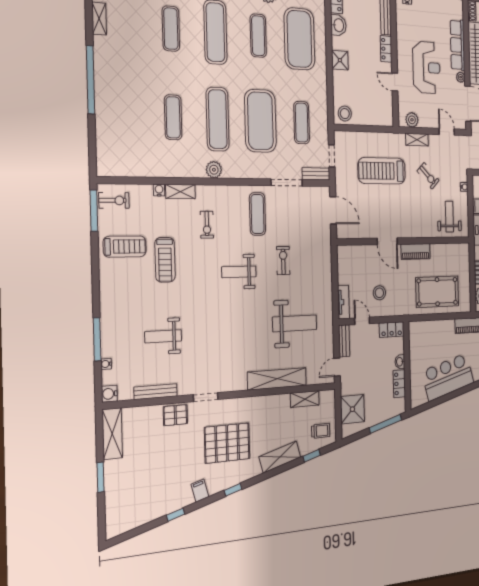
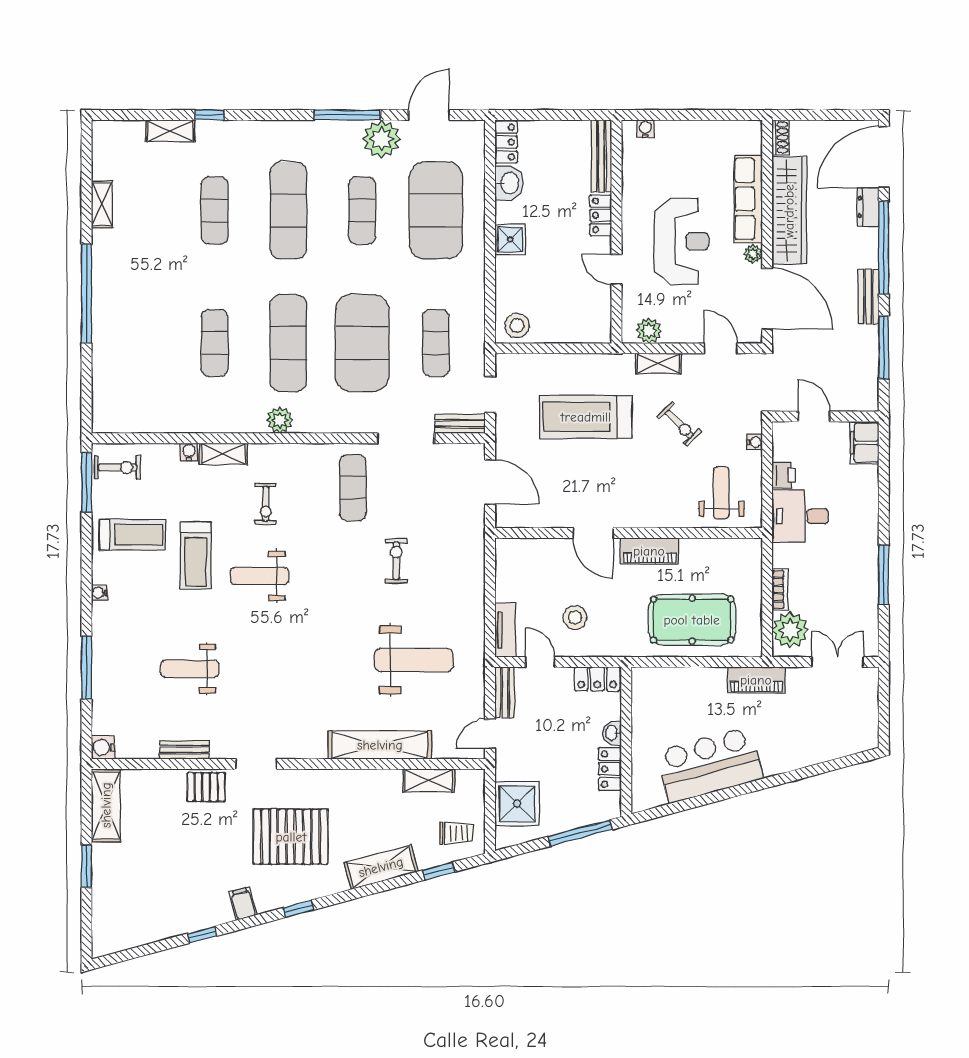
weight bench: (239, 272) -> (259, 576), moved
water cooler: (106, 364) -> (99, 593), moved
bench: (156, 392) -> (184, 750), width x0.73

